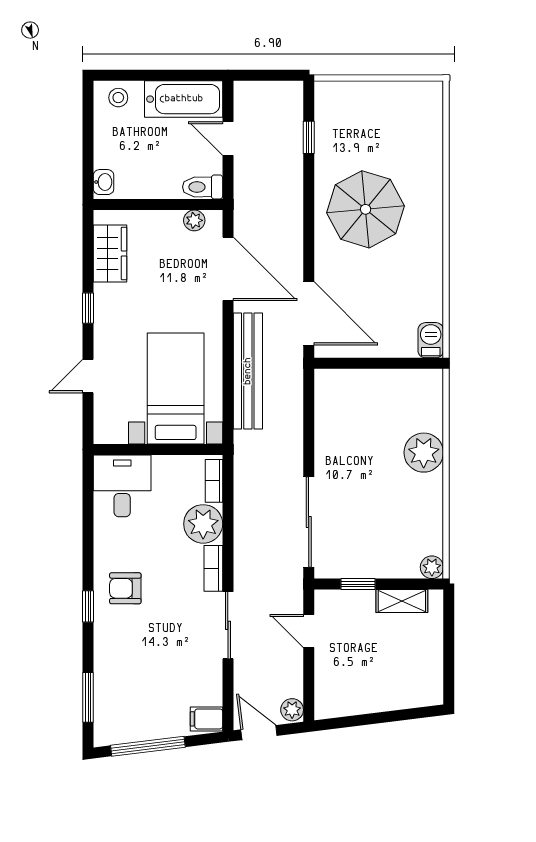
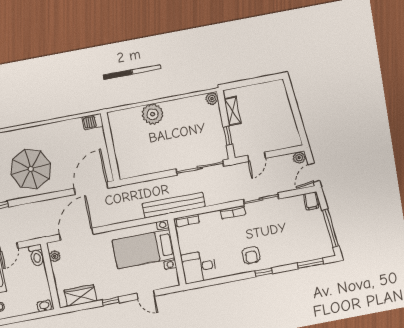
bench: (248, 371) -> (174, 205), moved
plant: (203, 524) -> (211, 222), removed

